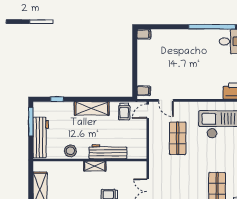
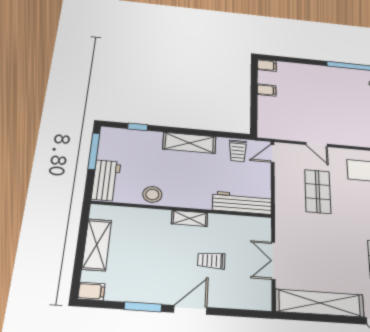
filing cabinet: (144, 91) -> (267, 90), moved
door: (166, 100) -> (317, 144), moved
workbench: (41, 138) -> (106, 180), width x0.73
workbench: (108, 152) -> (242, 203), moved

